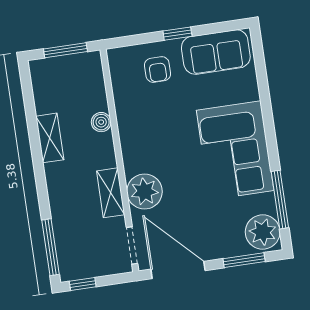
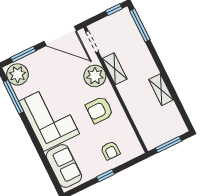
sofa: (216, 52) -> (64, 166), moved, turned 90
armchair: (158, 70) -> (110, 150), turned 180
boiler: (101, 122) -> (134, 109), removed
armchair: (154, 137) -> (99, 110), added

